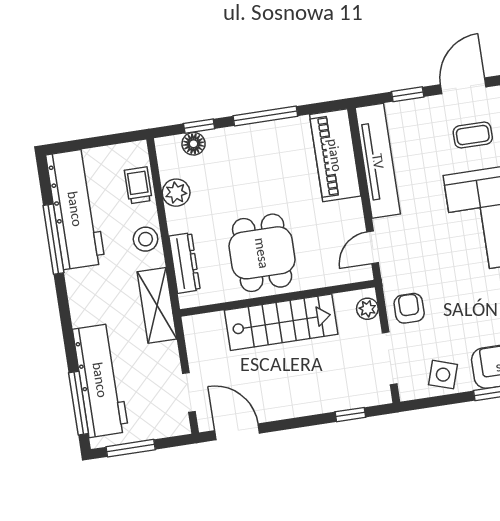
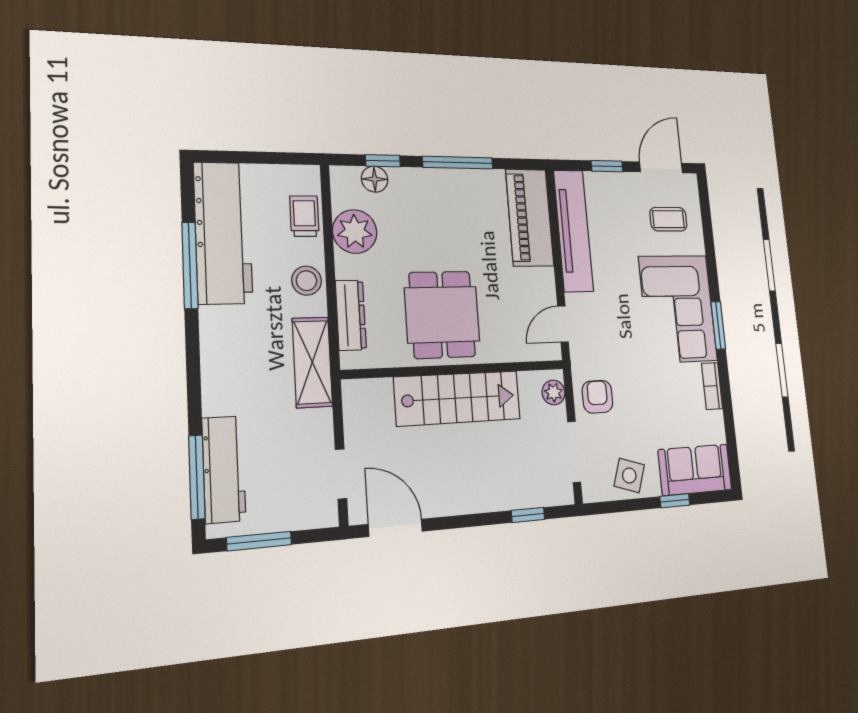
plant: (176, 193) -> (355, 231), width x1.36, depth x1.36
workbench: (100, 380) -> (224, 469), width x0.73, depth x0.76

